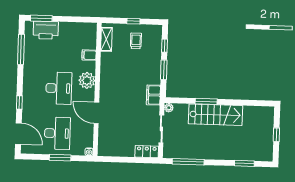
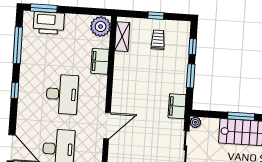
filing cabinet: (89, 55) -> (100, 61), width x2.00
plant: (87, 80) -> (101, 26), moved
window: (19, 102) -> (15, 91), moved
door: (96, 113) -> (107, 126), swing flipped

